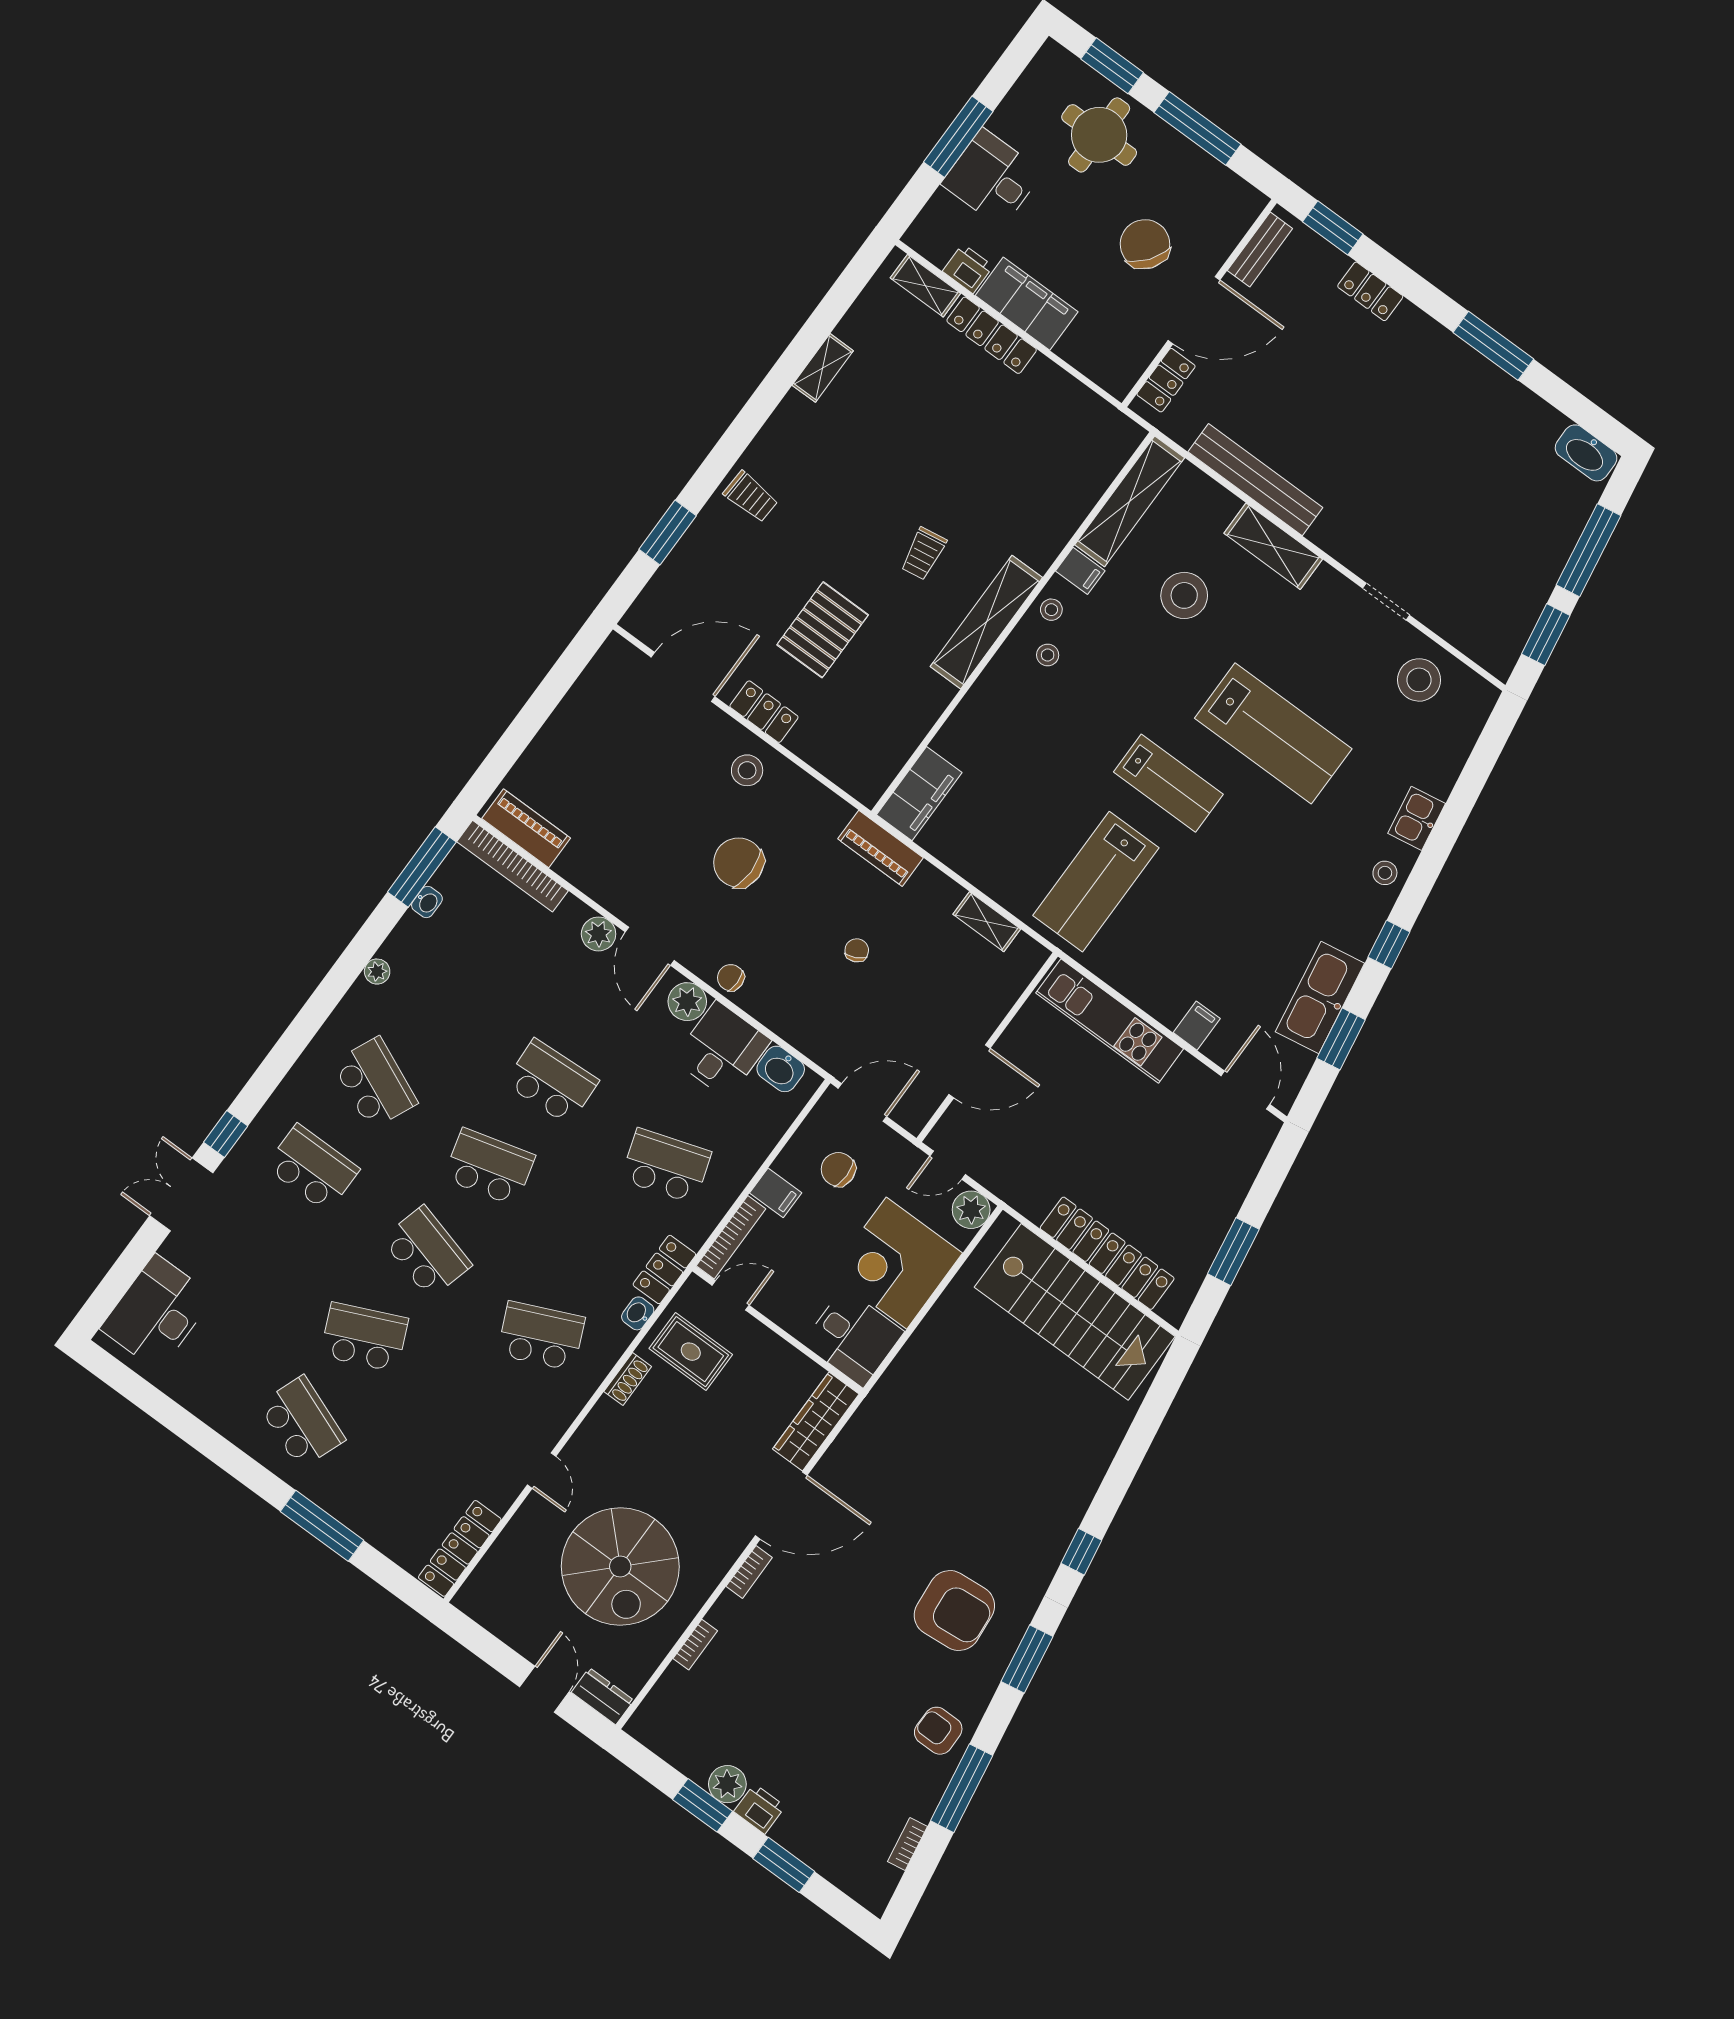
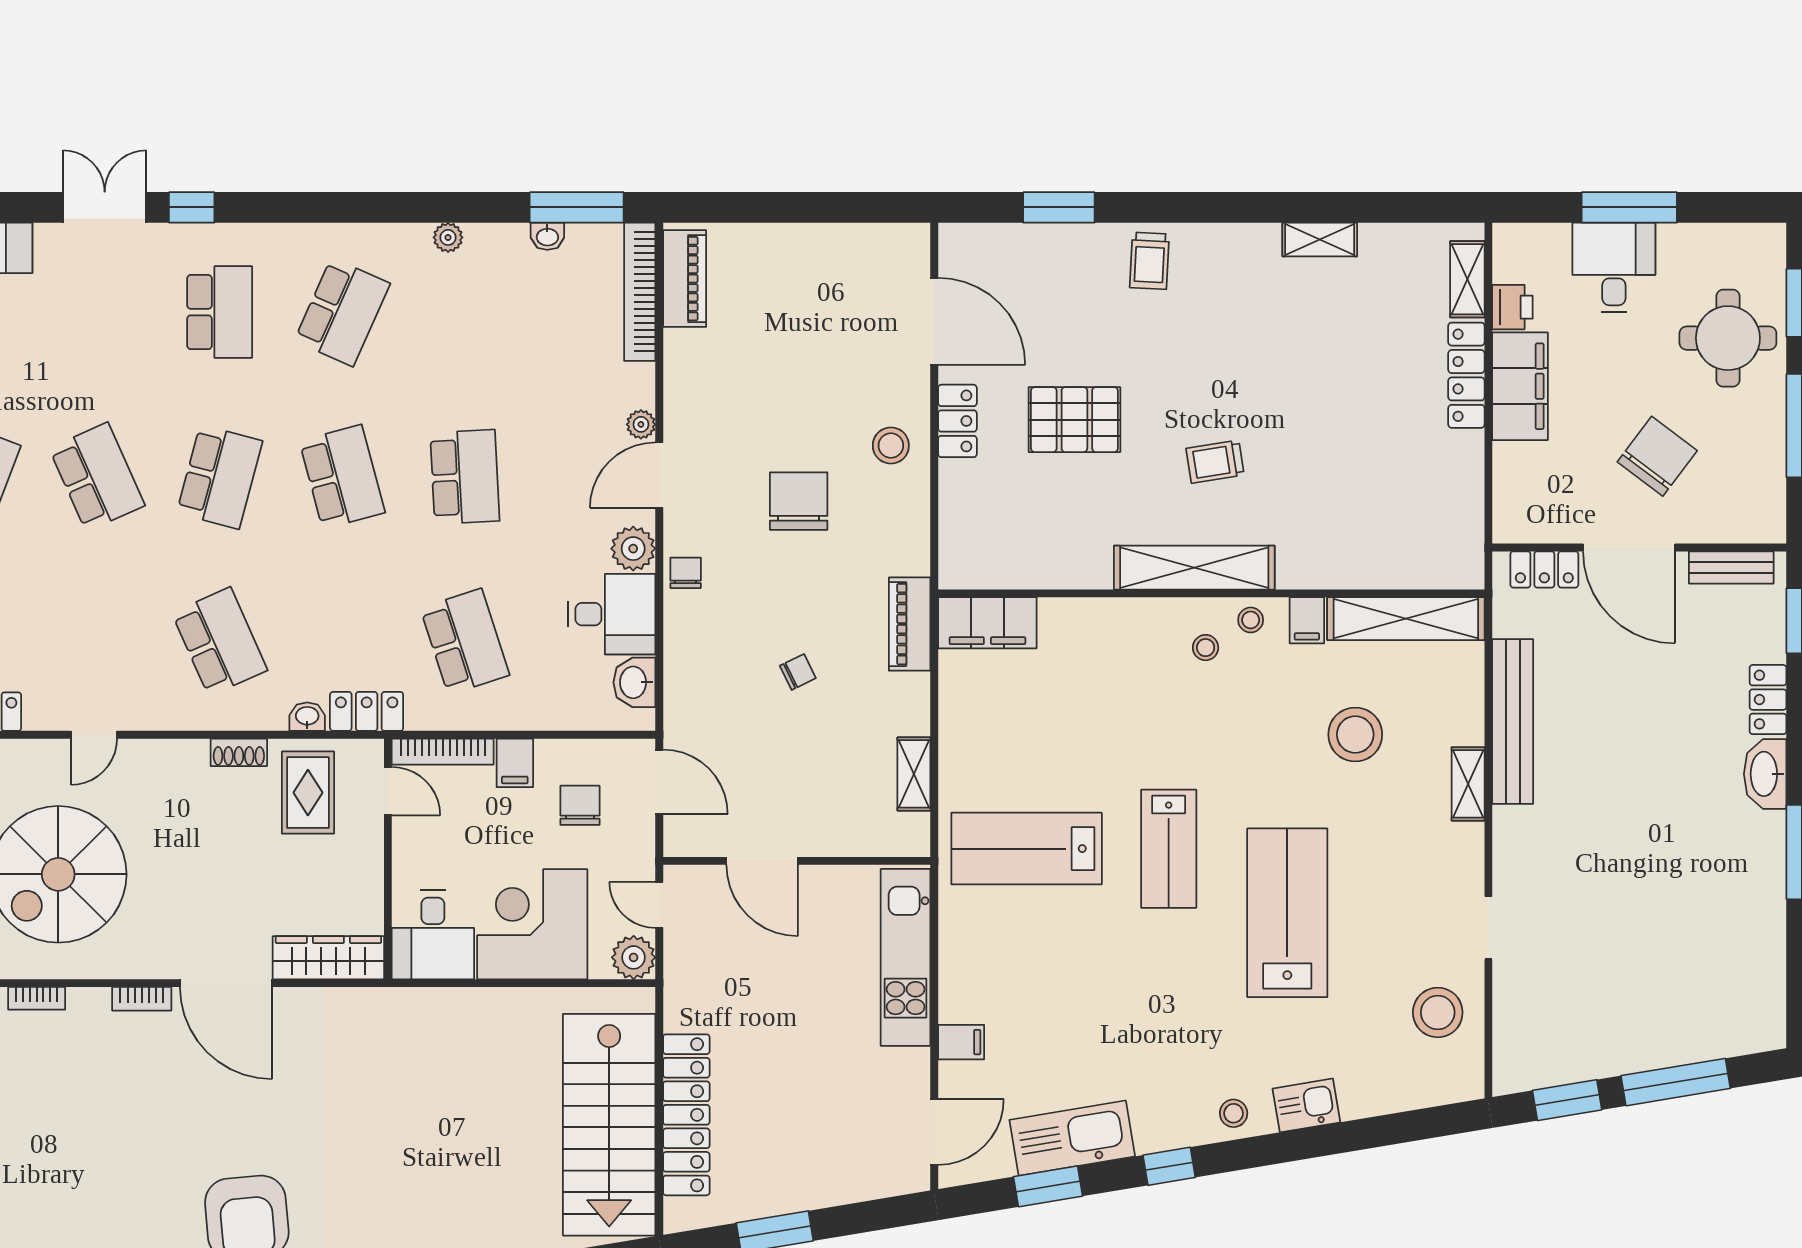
washbasin: (1586, 453) -> (1765, 774), moved
shelving: (1273, 546) -> (1468, 784), width x0.67, depth x0.75
lab bench: (1273, 733) -> (1287, 913), turned 180
plant: (599, 934) -> (641, 424), width x0.73, depth x0.73

